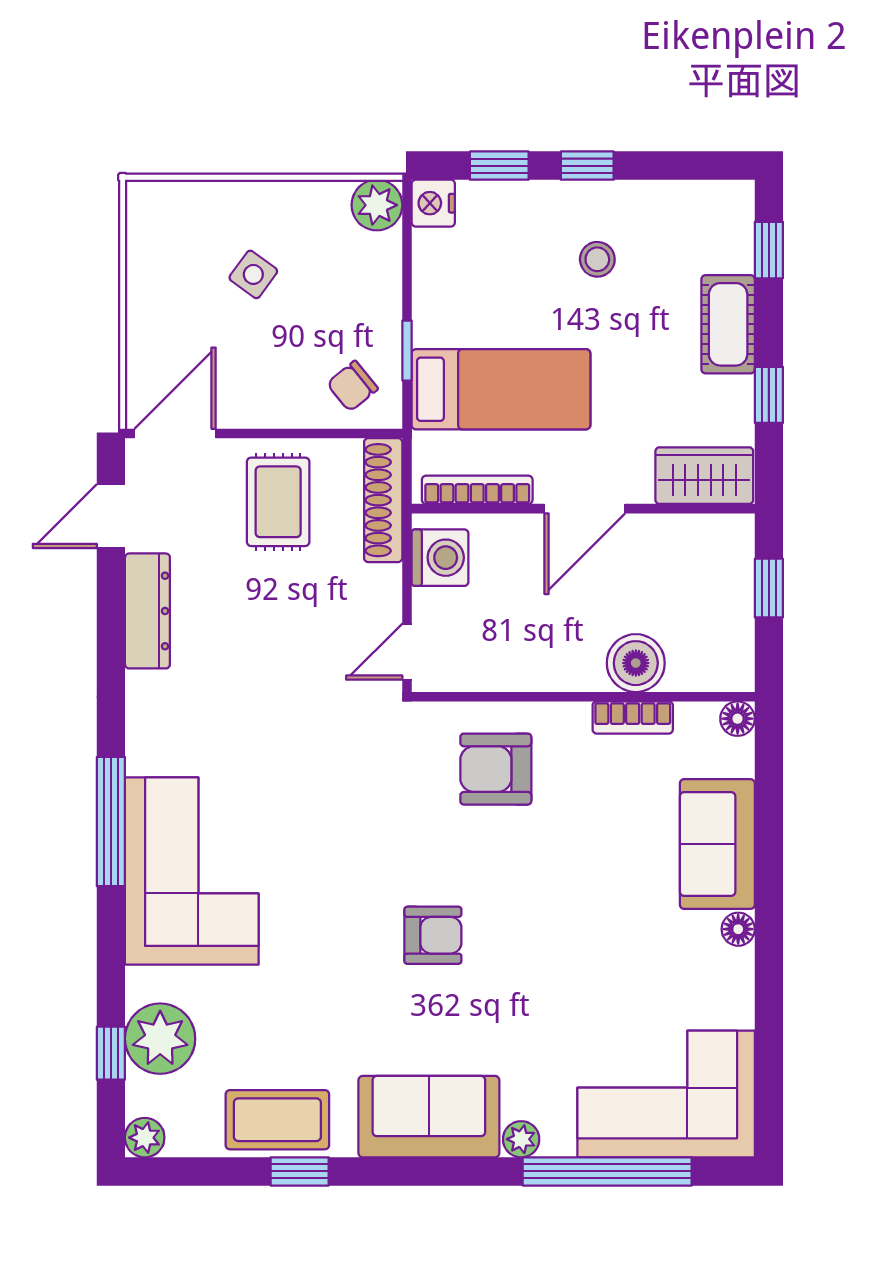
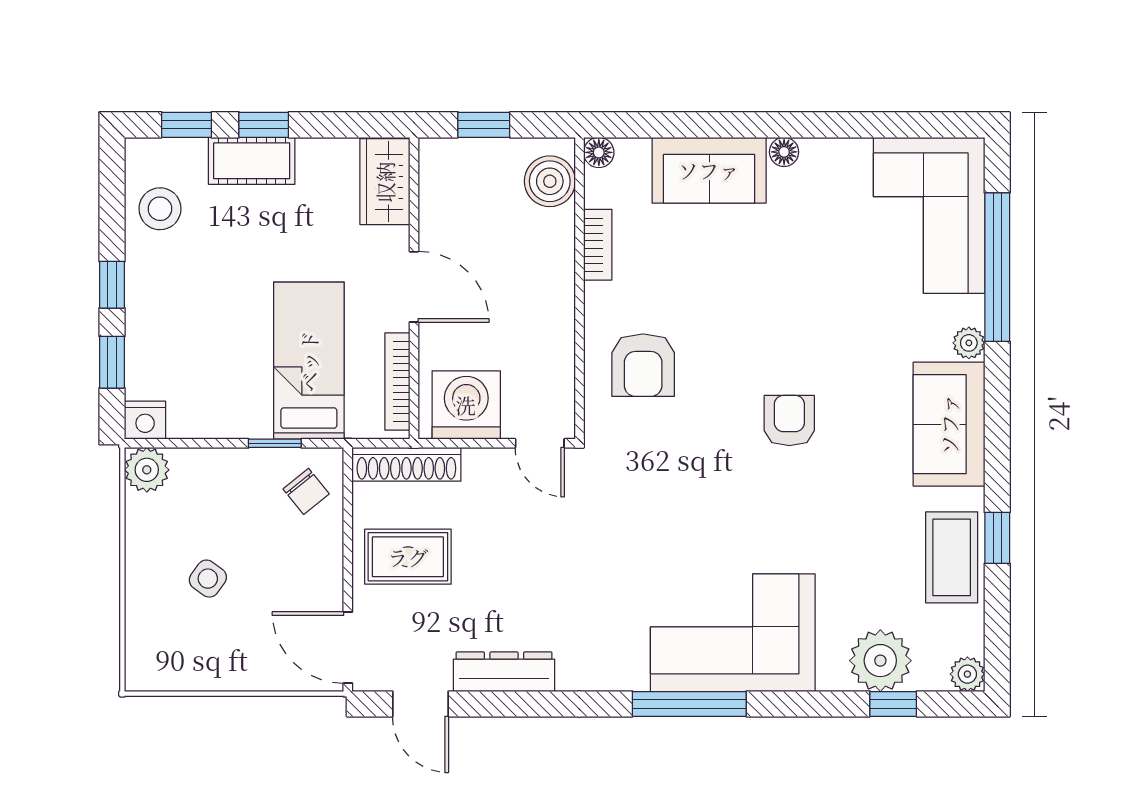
stool: (597, 259) -> (160, 209), moved, width x1.37, depth x1.37
window: (769, 395) -> (264, 125), moved
washing machine: (440, 558) -> (466, 405), width x1.37, depth x1.37
boiler: (636, 663) -> (550, 181), moved

